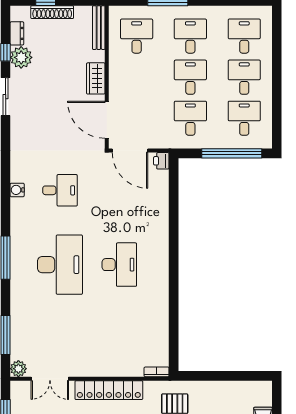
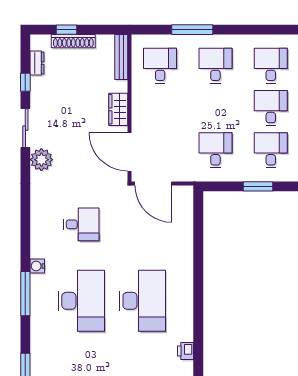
plant: (21, 57) -> (41, 160), moved
desk: (190, 77) -> (215, 108), removed
window: (232, 153) -> (258, 186), width x0.47
printer: (161, 161) -> (186, 351), moved
water cooler: (17, 190) -> (37, 266), moved
desk: (119, 265) -> (142, 301), width x1.36, depth x1.30

